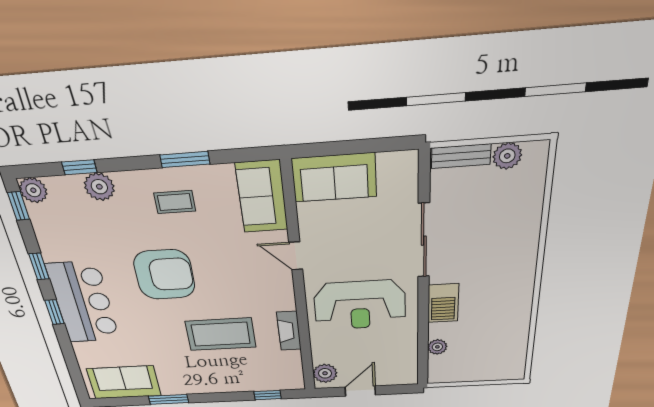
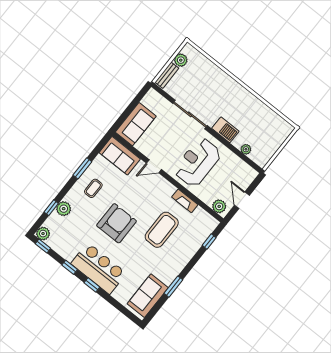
reception desk: (360, 305) -> (198, 162), turned 180

